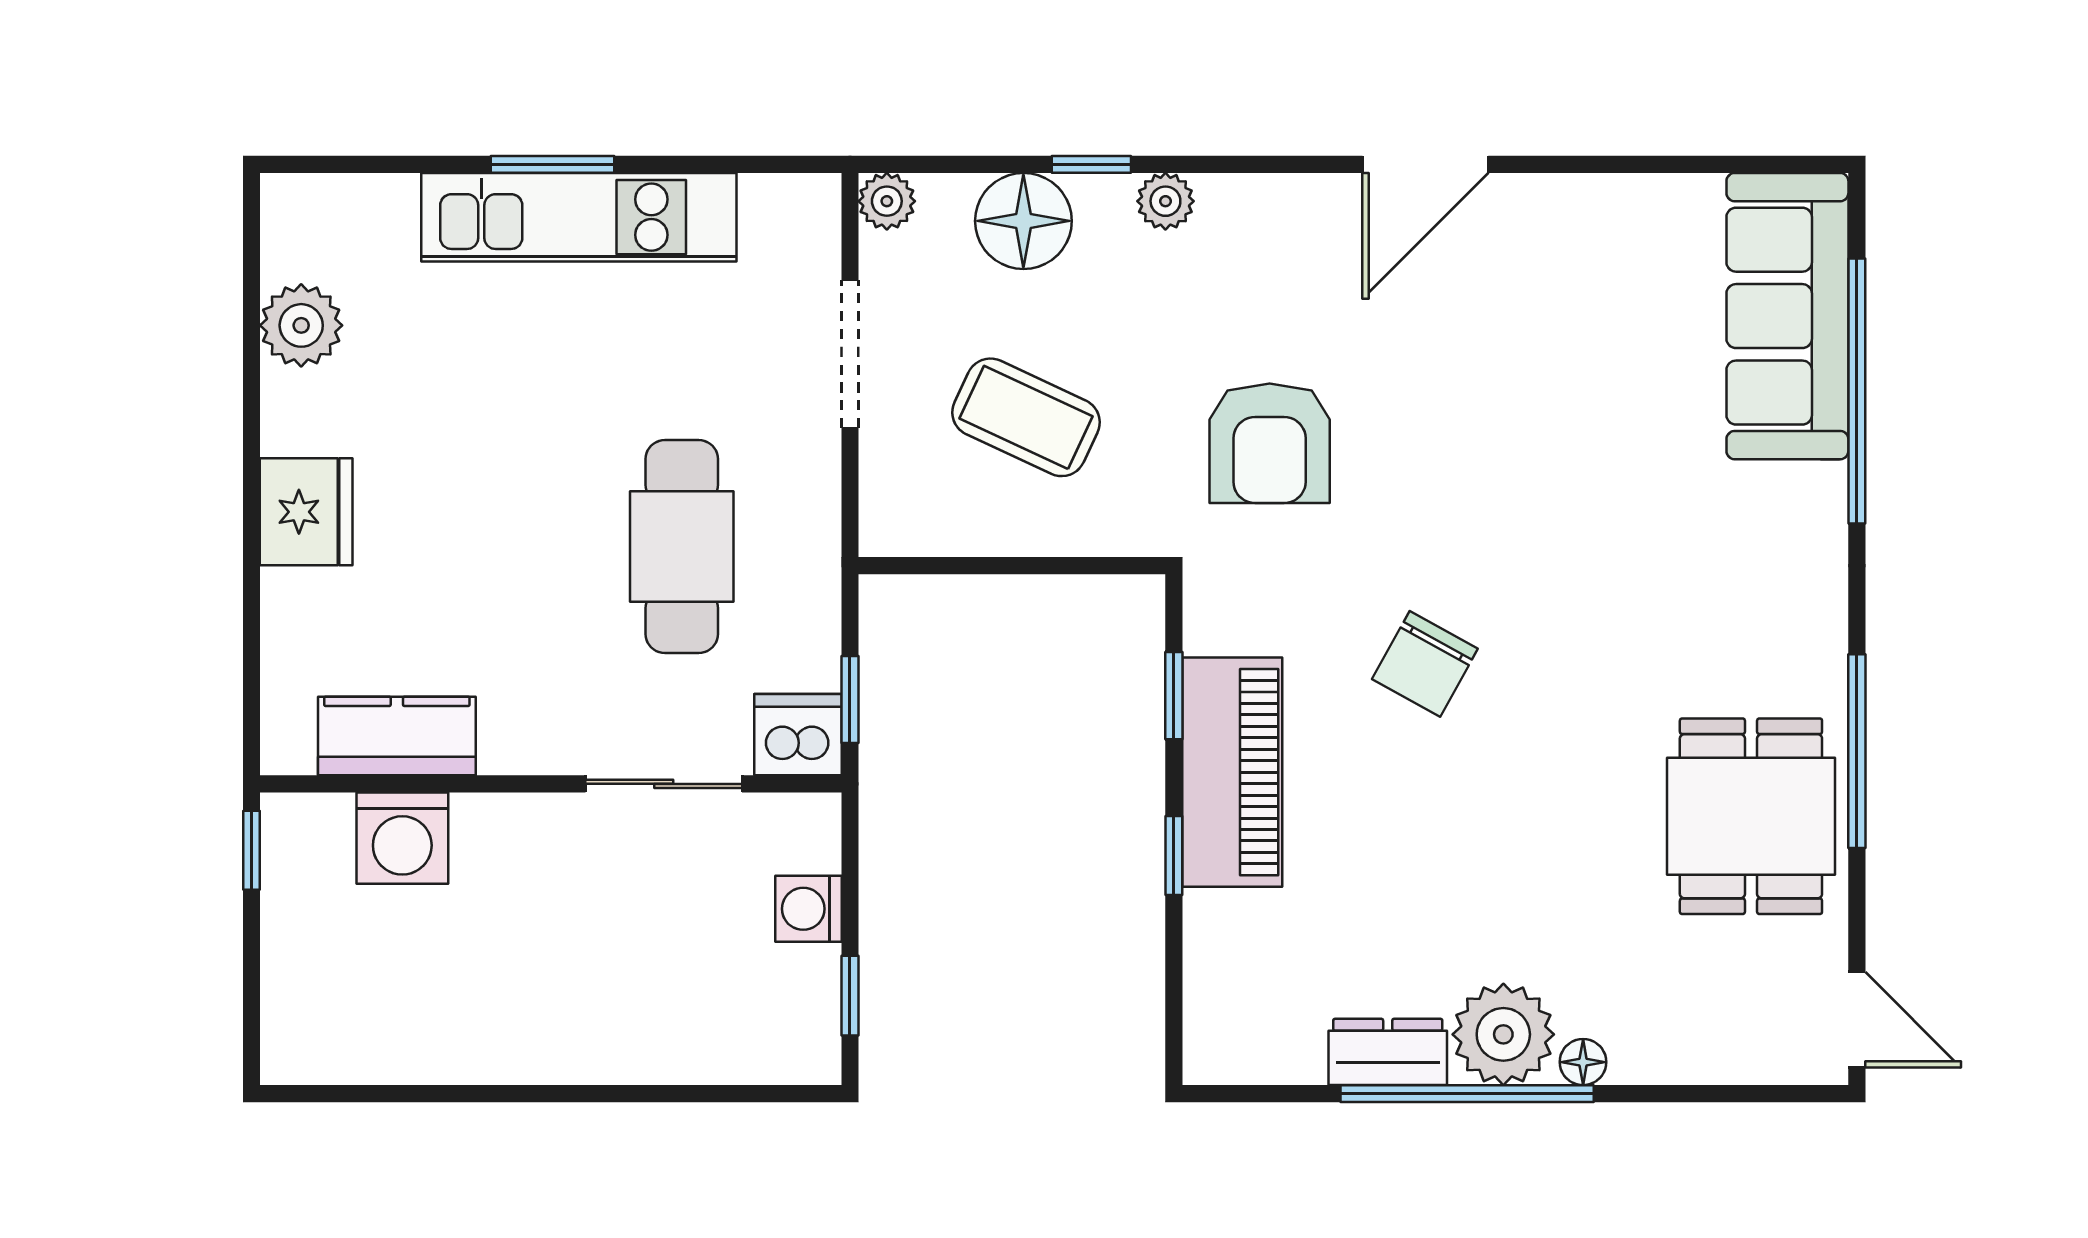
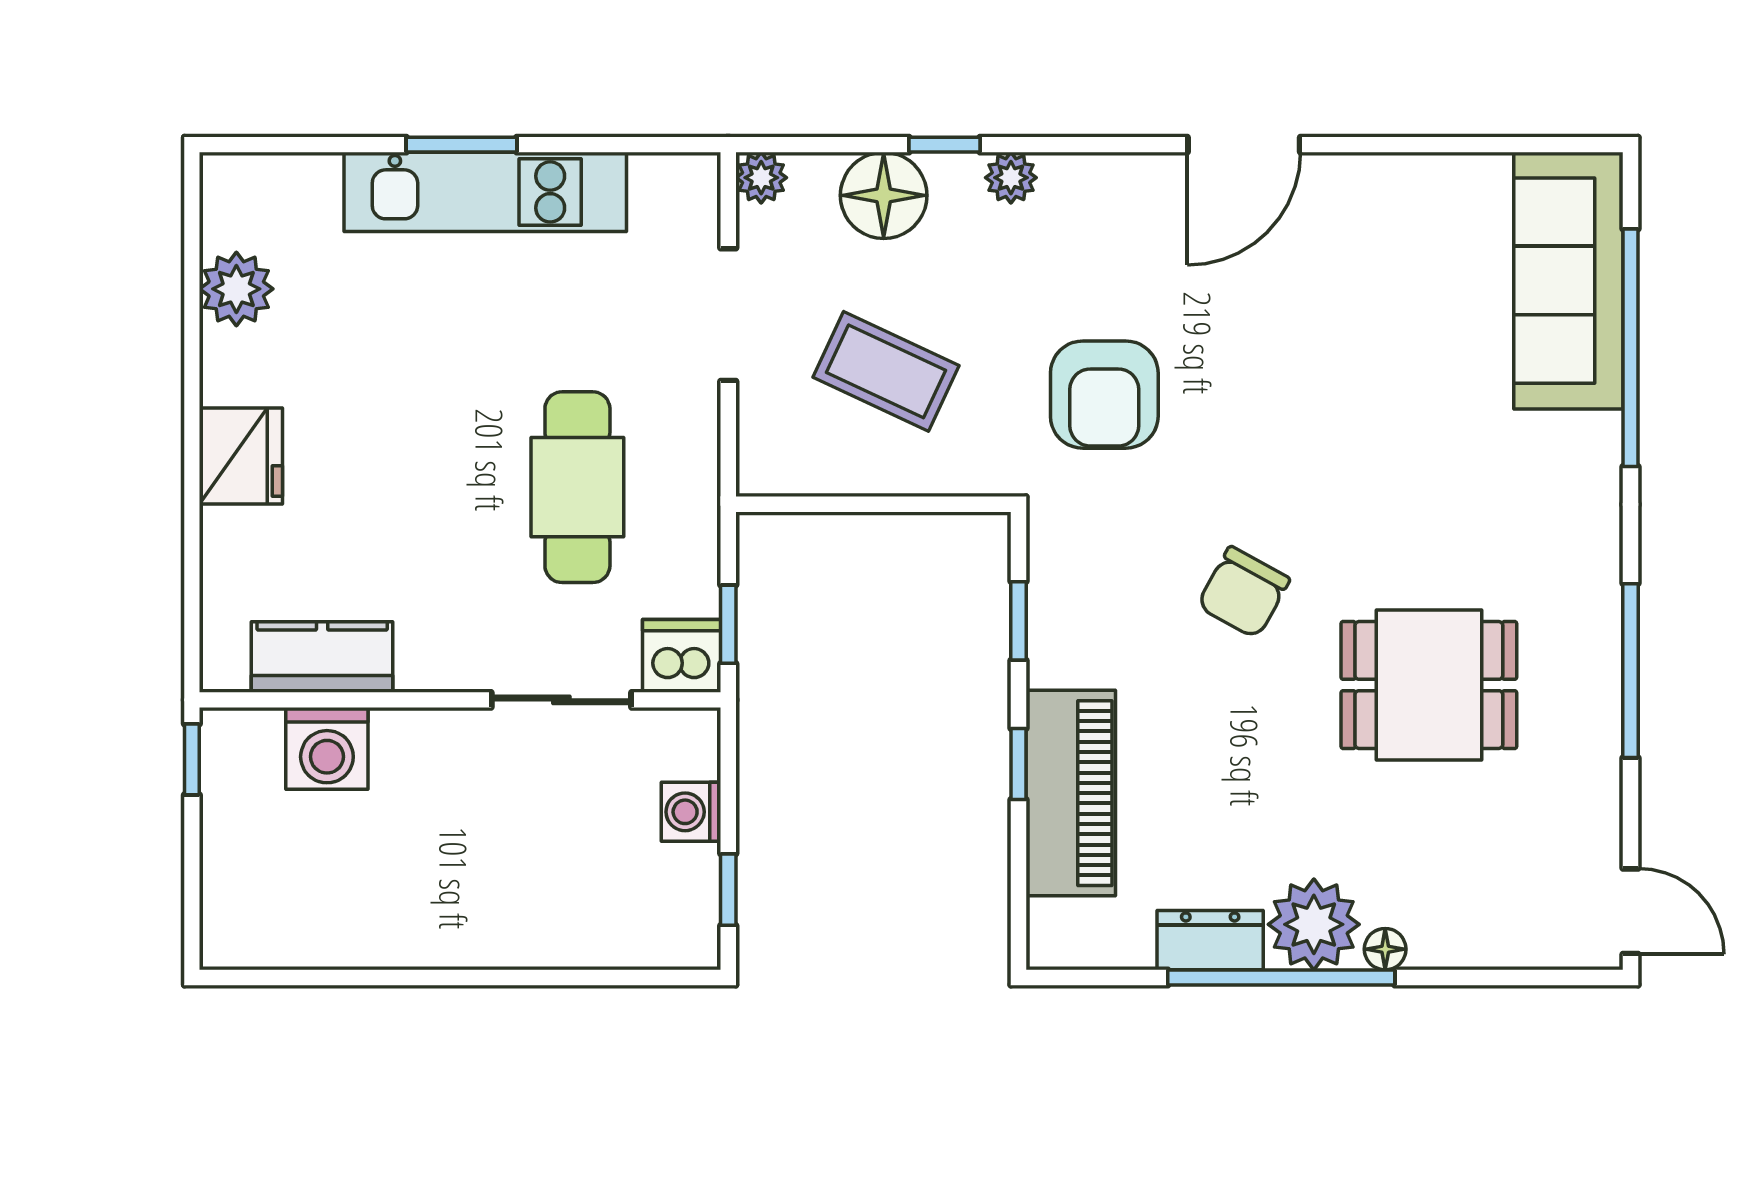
piano: (1232, 772) -> (1071, 793), moved
dining table: (1751, 816) -> (1429, 685), moved, turned 90

